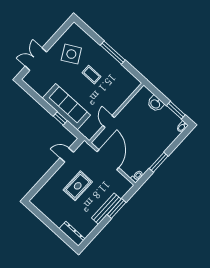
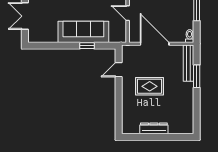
rug: (78, 186) -> (150, 86), turned 90
bench: (106, 209) -> (189, 63), moved
dresser: (72, 234) -> (154, 128), moved

